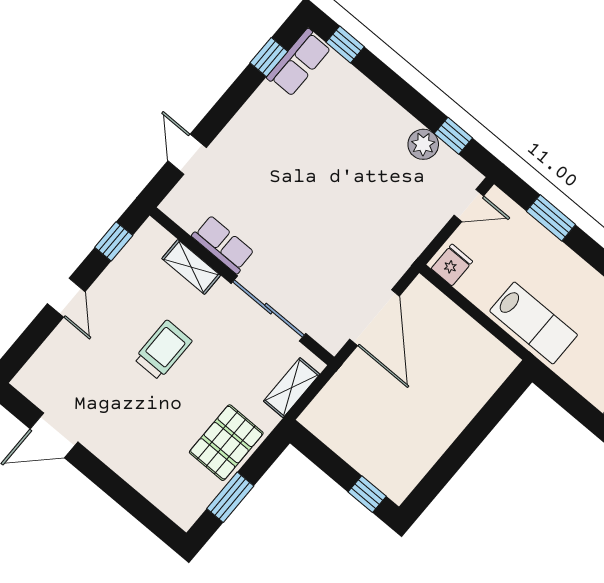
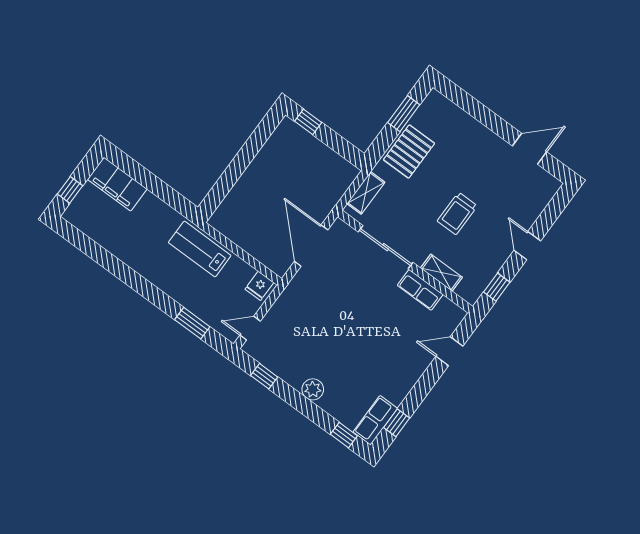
plant: (423, 144) -> (313, 389), moved
door: (187, 154) -> (449, 351), swing flipped

